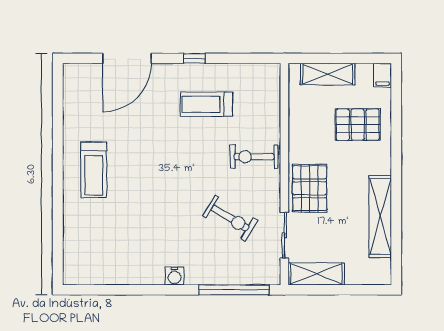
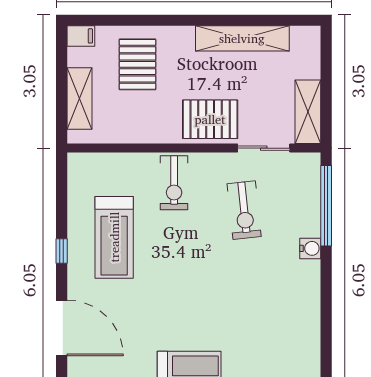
treadmill: (206, 104) -> (114, 237), width x1.37, depth x1.38
exercise bike: (230, 218) -> (244, 210), turned 143
water cooler: (174, 276) -> (310, 248), moved

